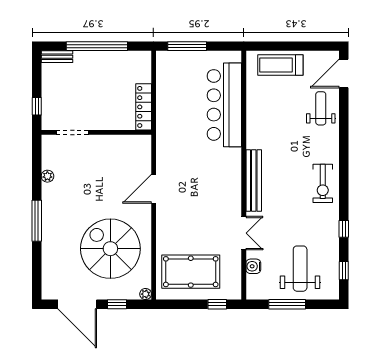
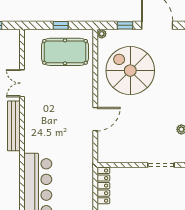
spiral stairs: (110, 249) -> (130, 71), turned 180
water cooler: (253, 266) -> (14, 56), removed
window: (217, 304) -> (61, 25), moved

